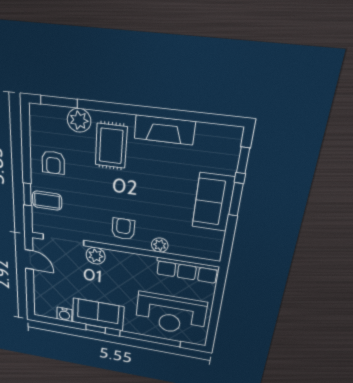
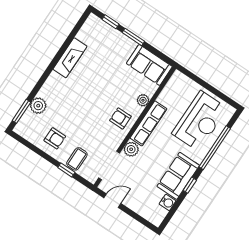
rug: (111, 146) -> (63, 95), removed
sofa: (213, 202) -> (149, 65), moved
row of seats: (187, 270) -> (148, 123), moved

